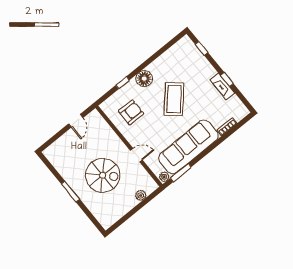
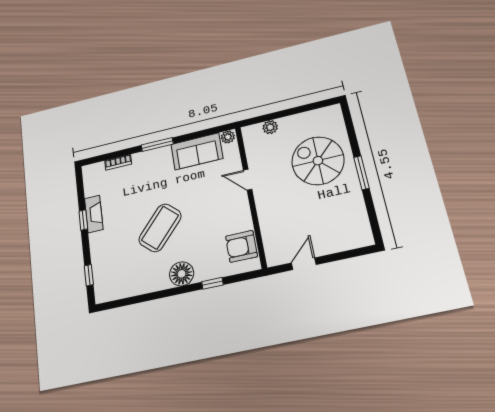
armchair: (131, 112) -> (241, 246), moved
sofa: (188, 147) -> (197, 151), width x0.54, depth x0.79
window: (181, 173) -> (157, 145), moved
spiral stairs: (103, 175) -> (318, 161), moved

